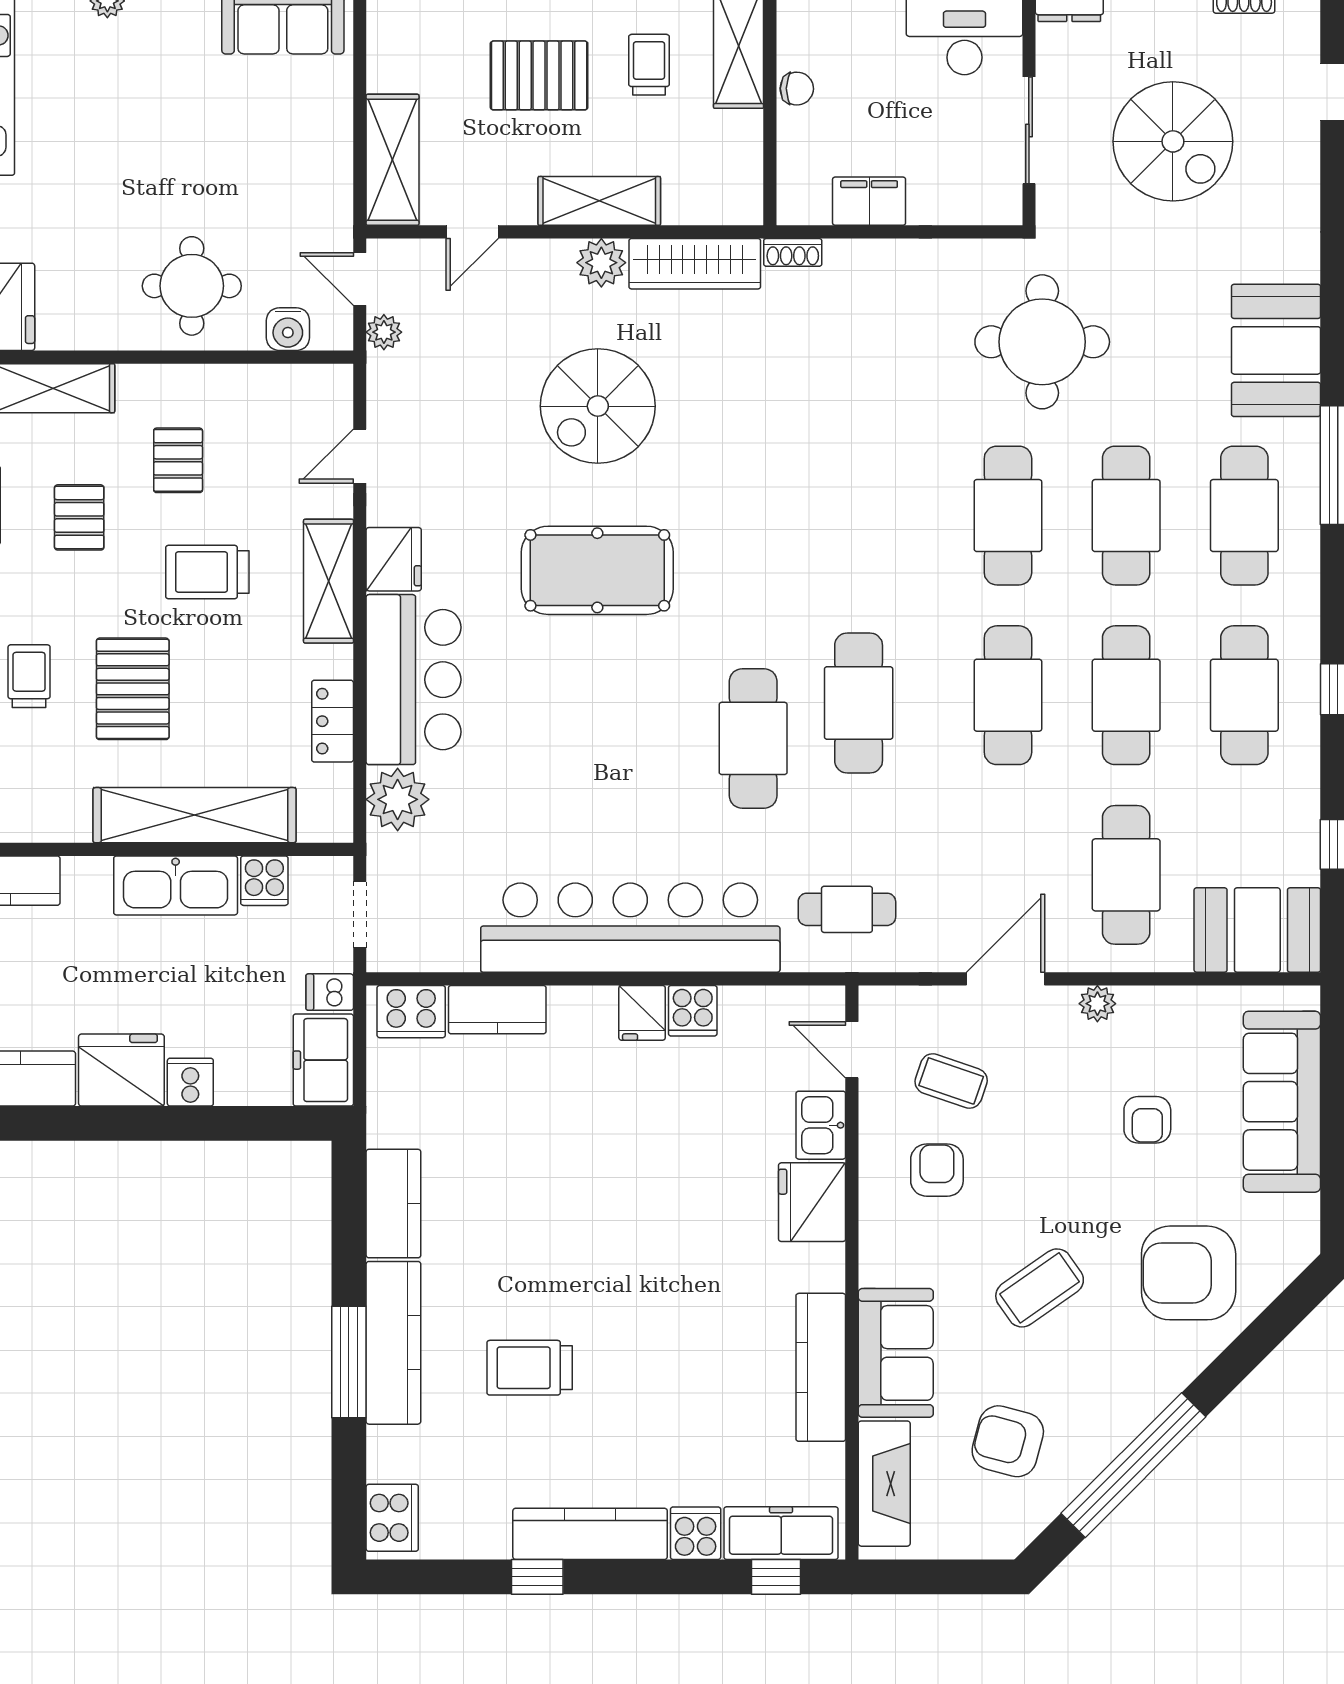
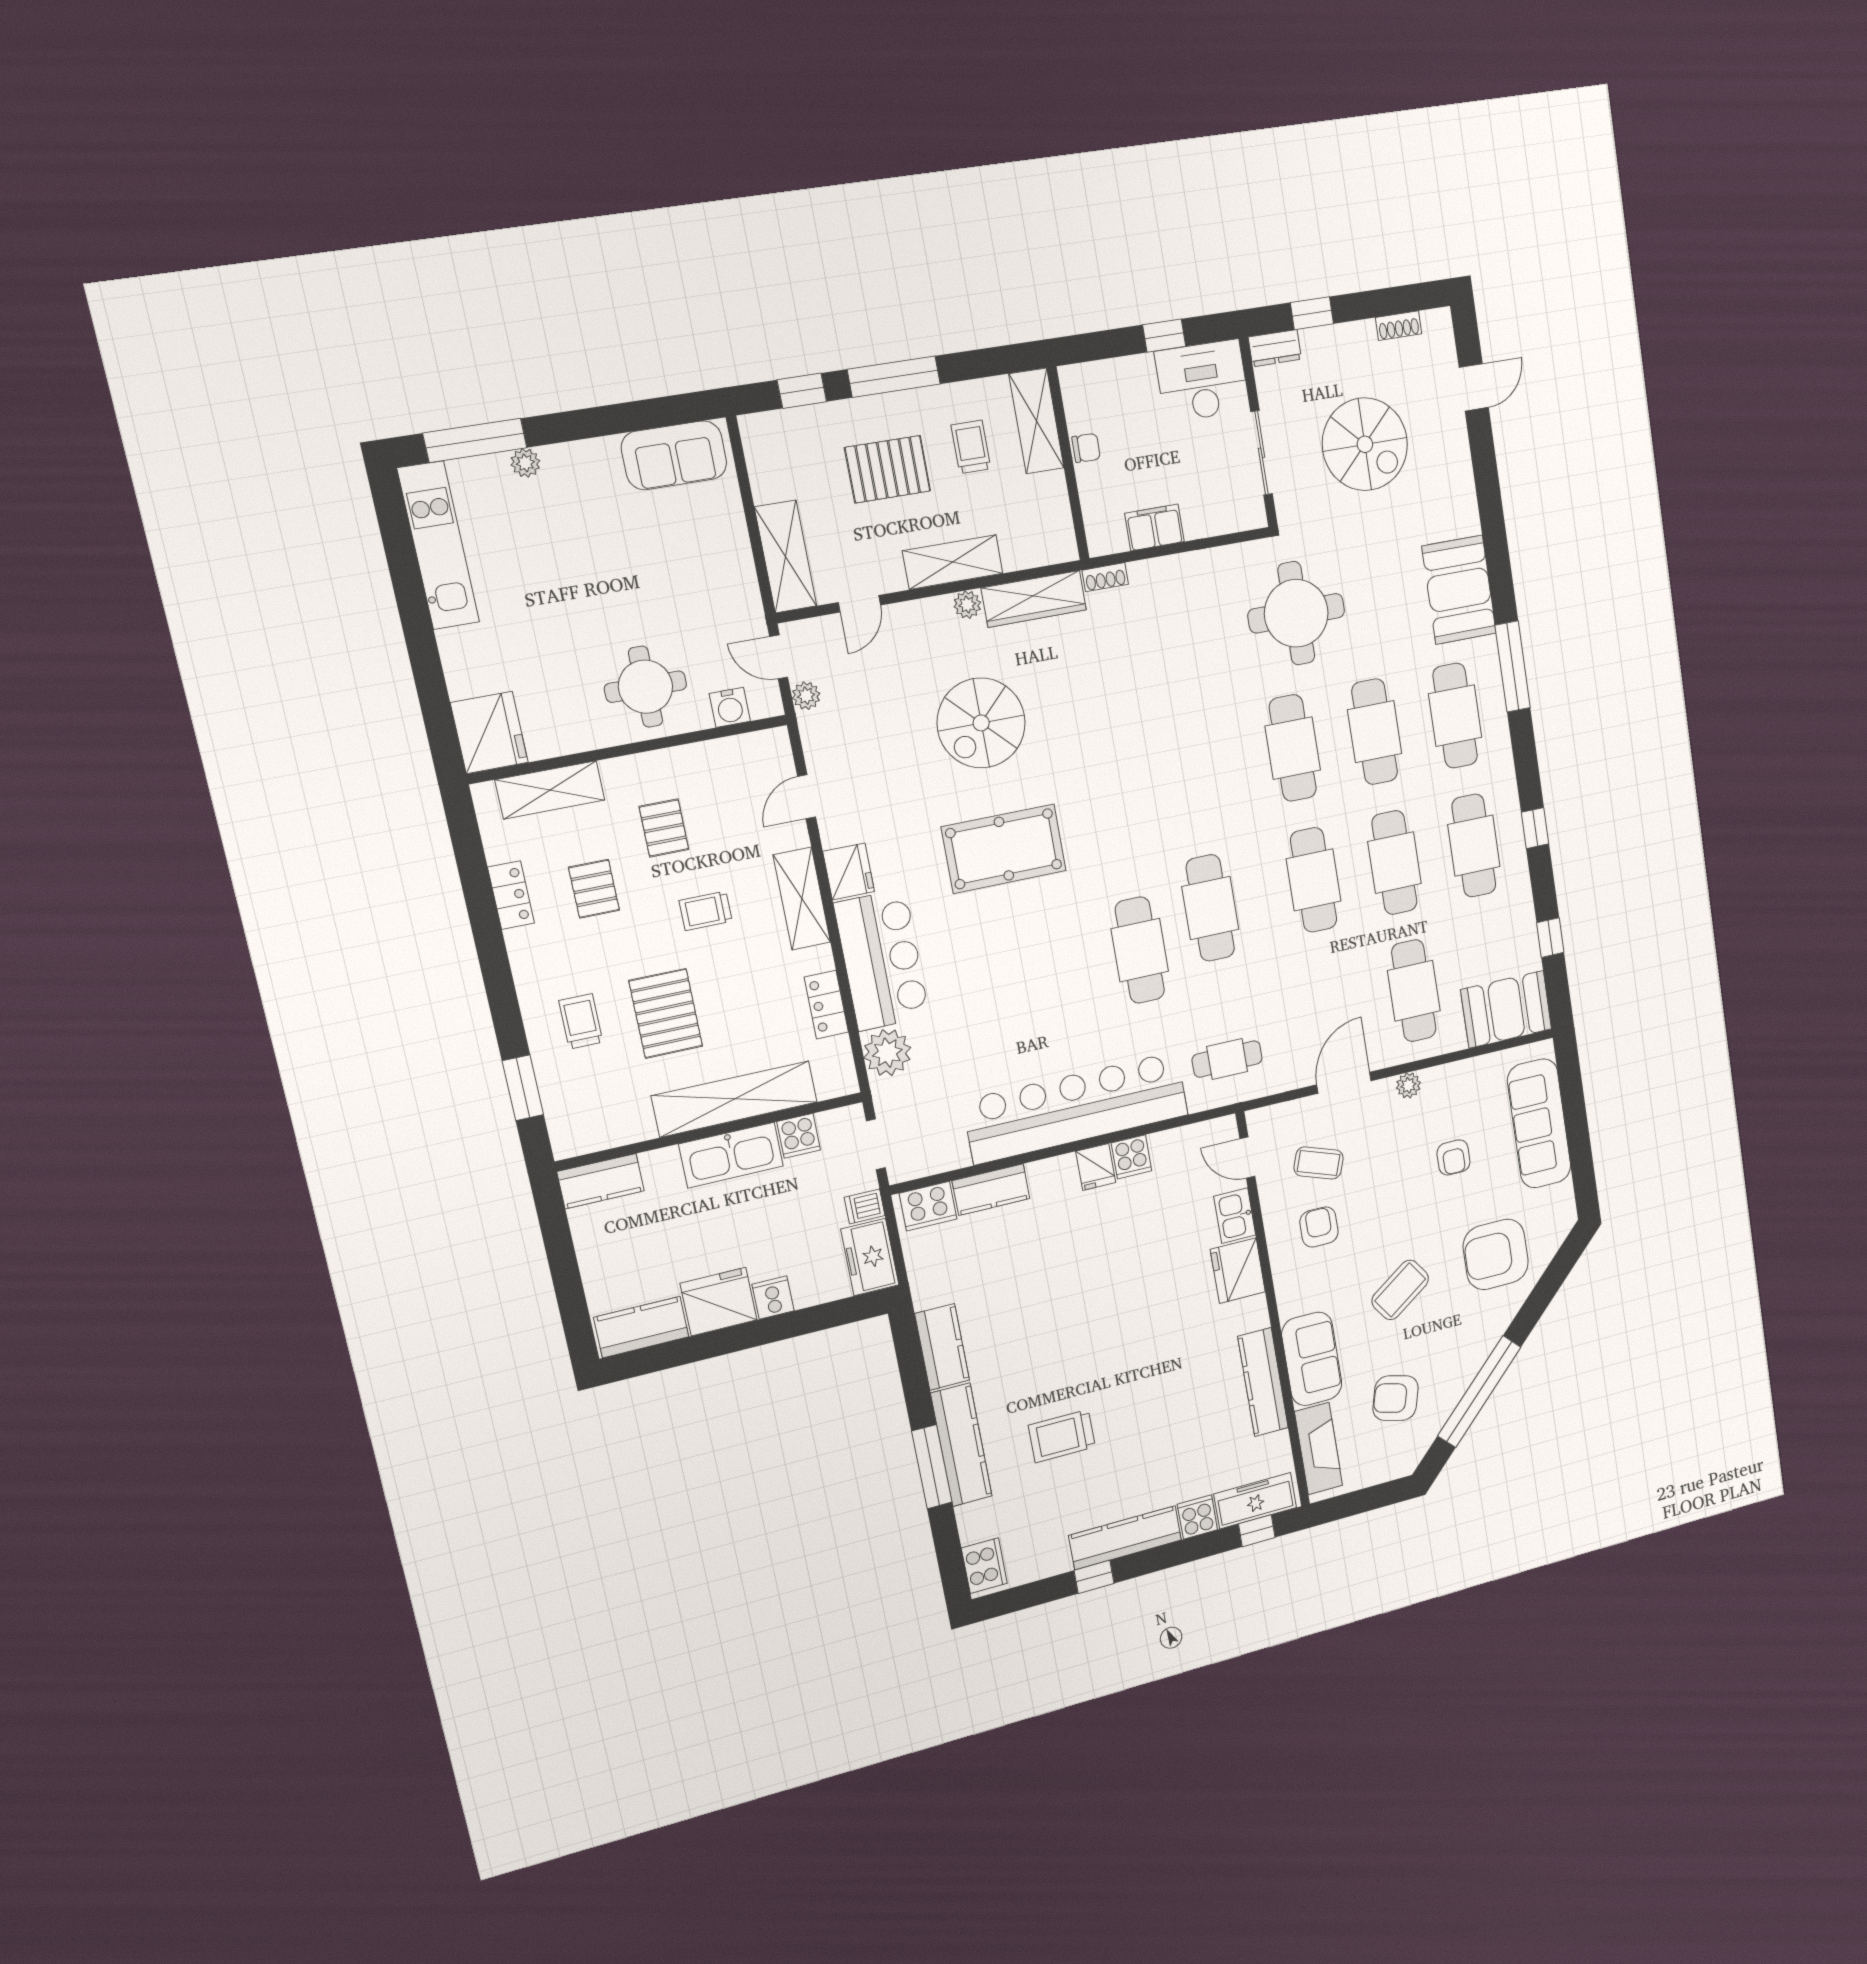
plant: (601, 263) -> (967, 605), width x0.73, depth x0.73
trolley: (207, 572) -> (706, 911), width x0.73, depth x0.72

